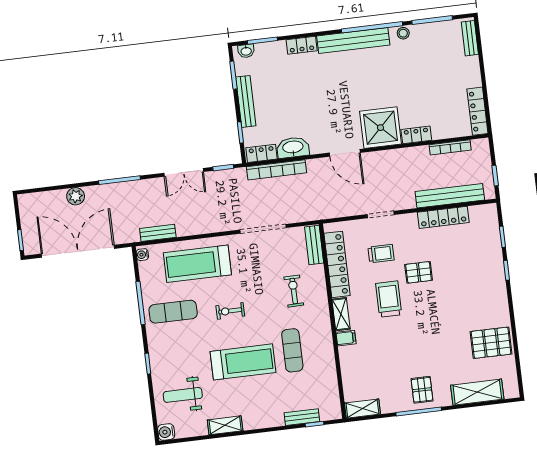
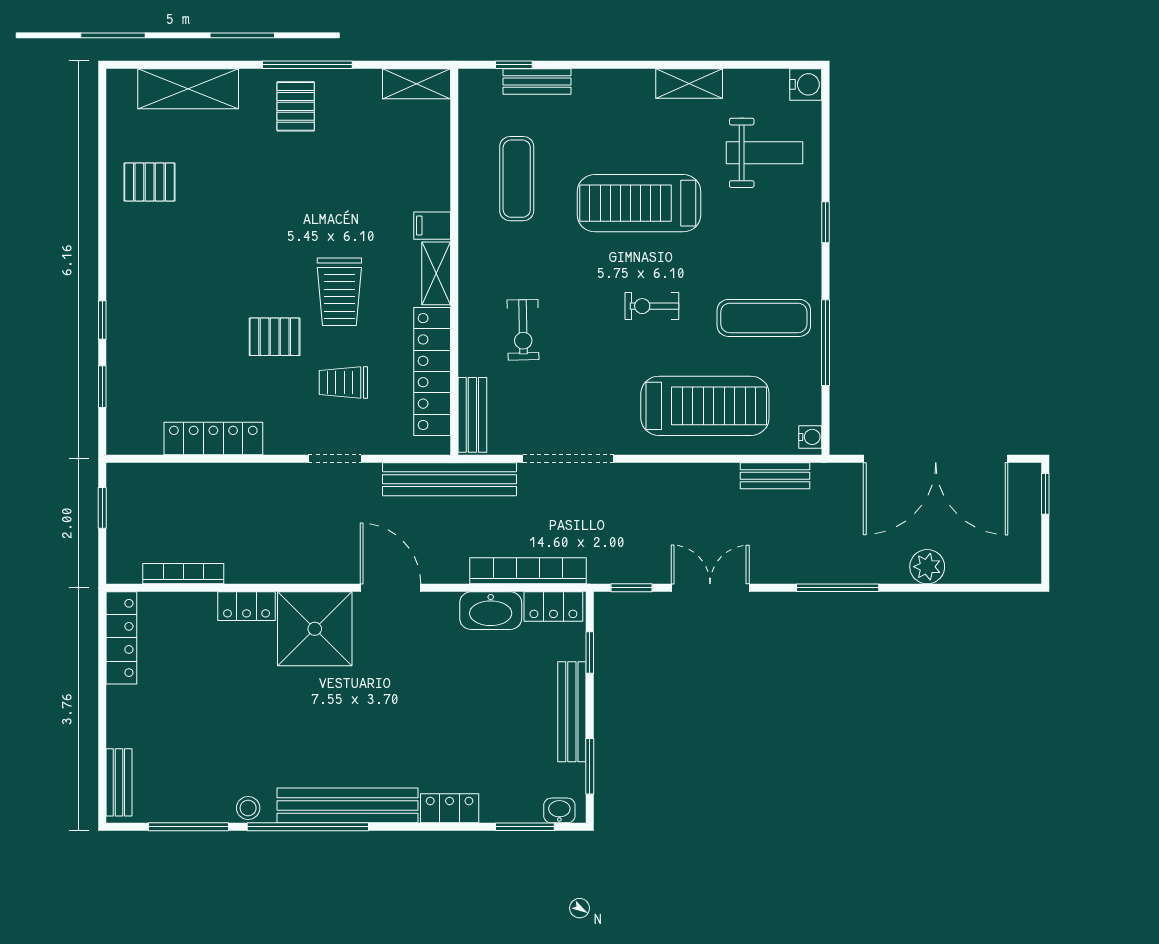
bench: (450, 196) -> (449, 479), moved
exercise bike: (230, 311) -> (652, 306), turned 180
pallet: (491, 343) -> (150, 182), width x0.67, depth x0.71
exercise mat: (292, 350) -> (517, 179), moved

